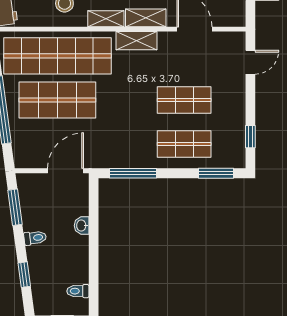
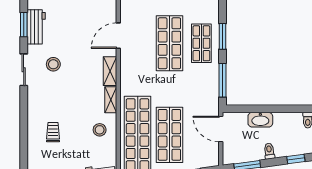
shelving: (137, 41) -> (127, 78), removed
shop shelf: (184, 100) -> (169, 43), width x1.43, depth x1.36
window: (216, 173) -> (222, 36), moved
washbasin: (82, 226) -> (260, 120), width x1.91, depth x1.45

